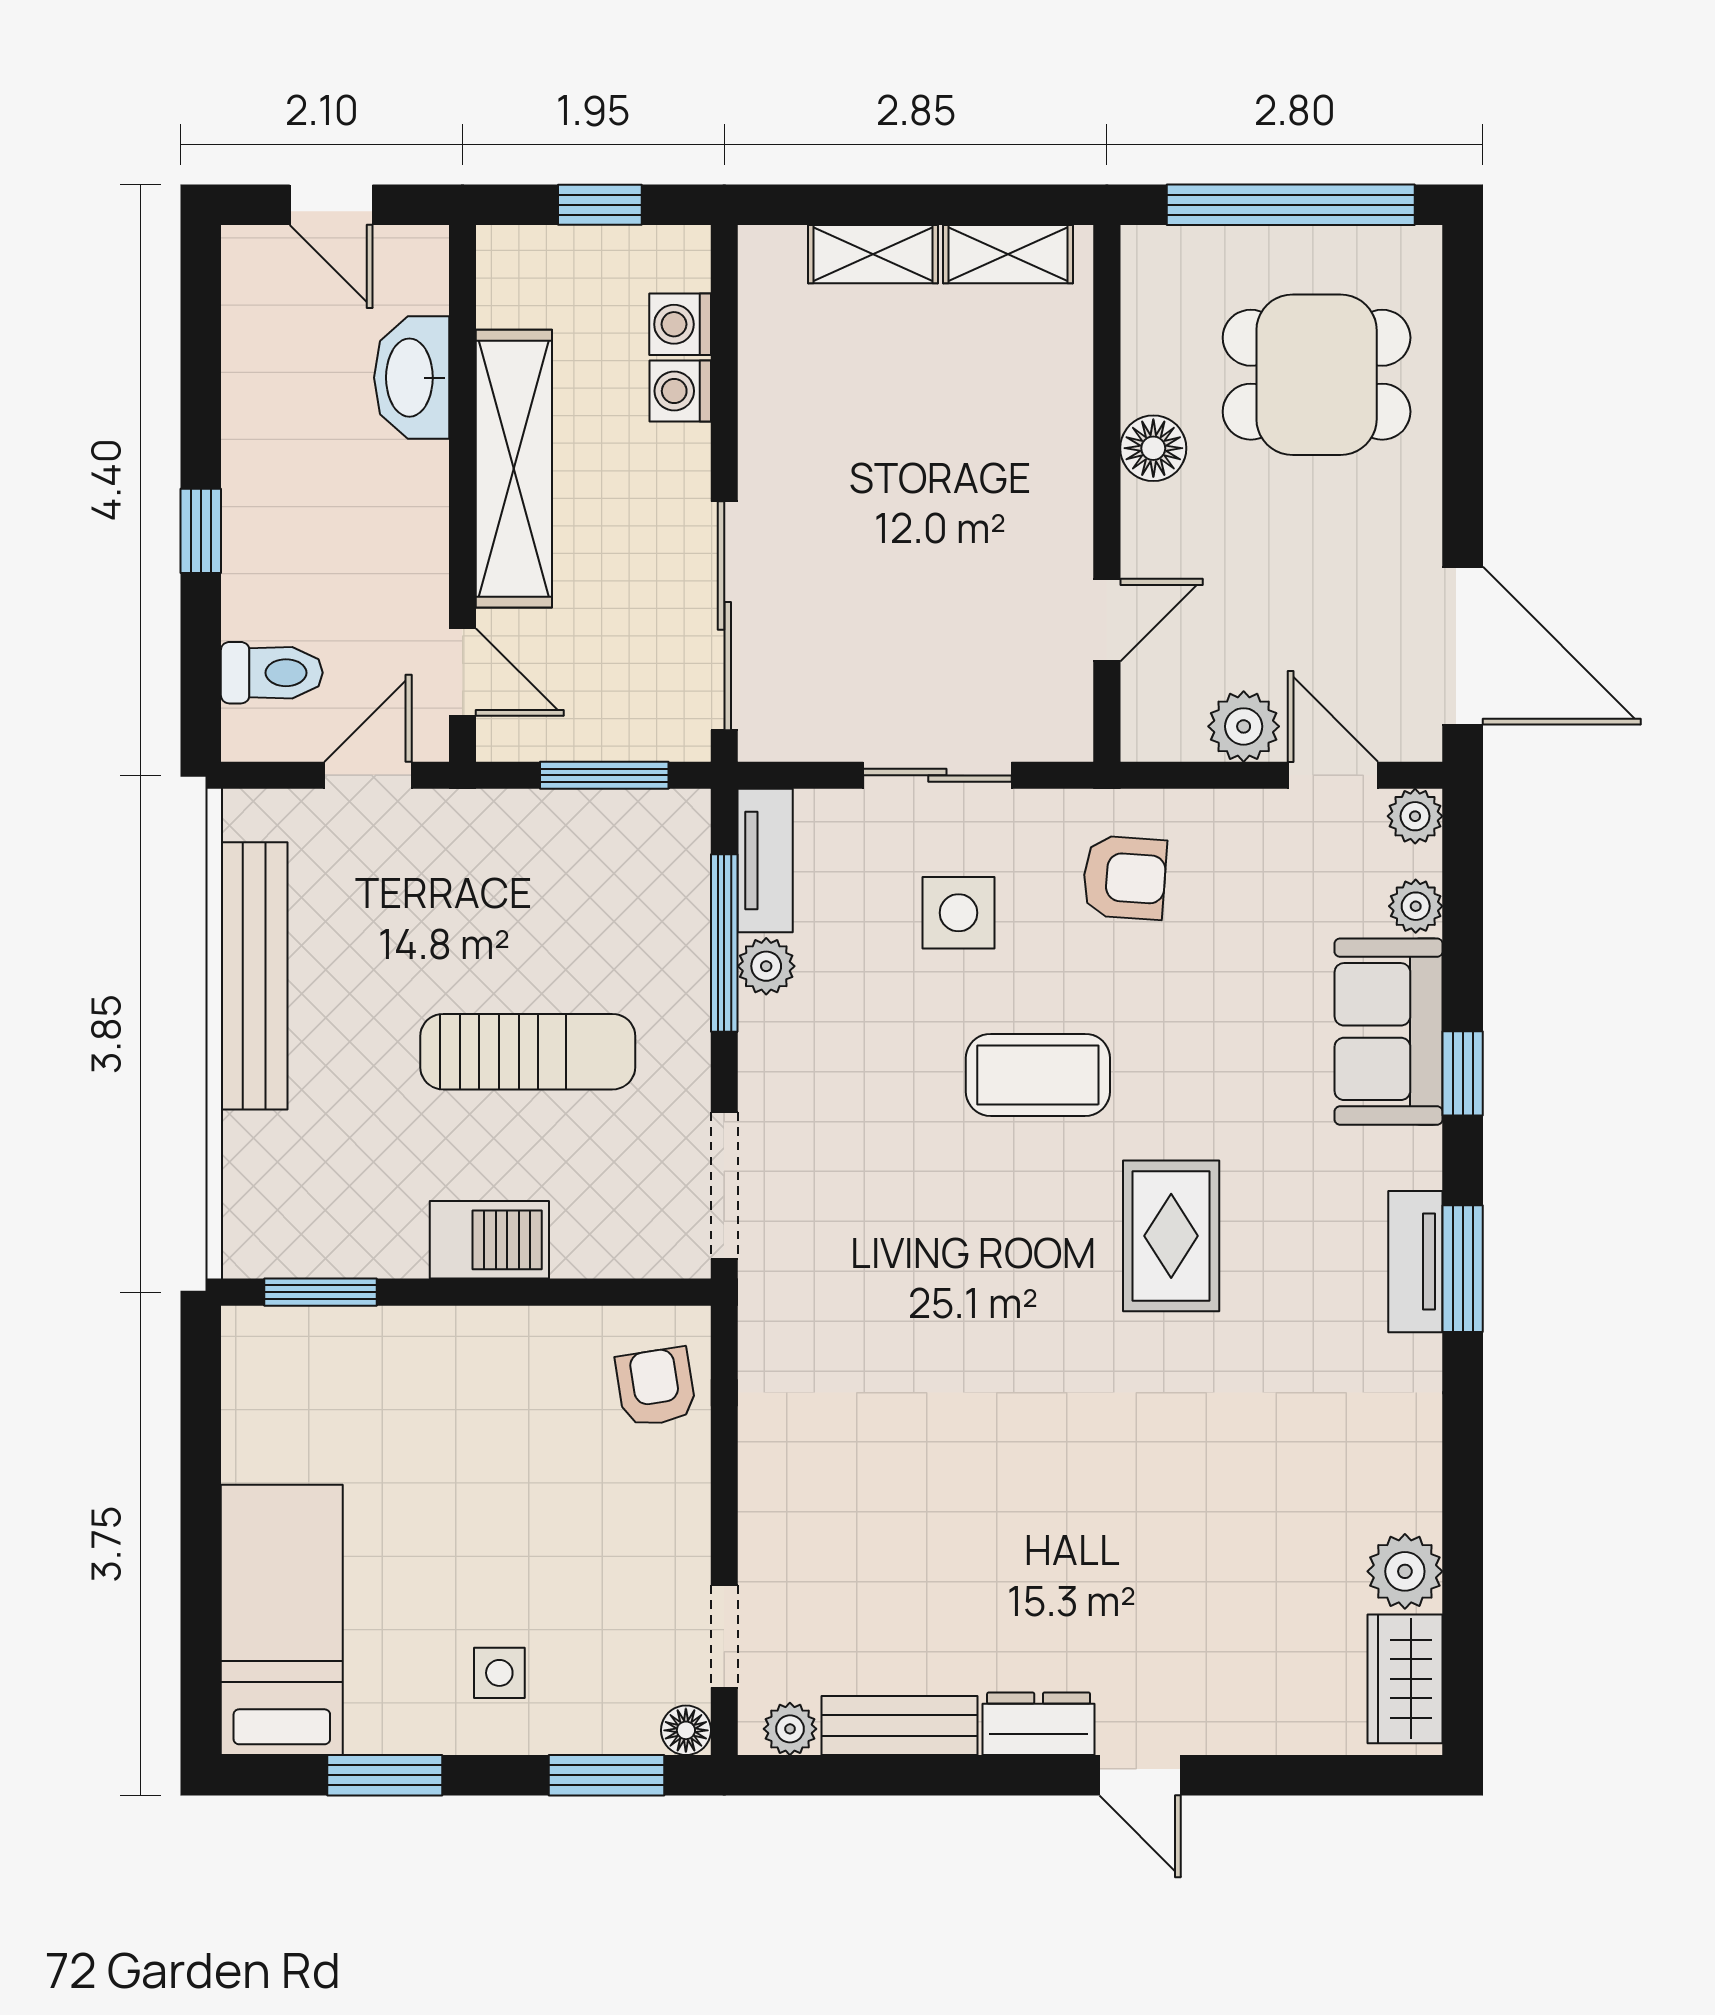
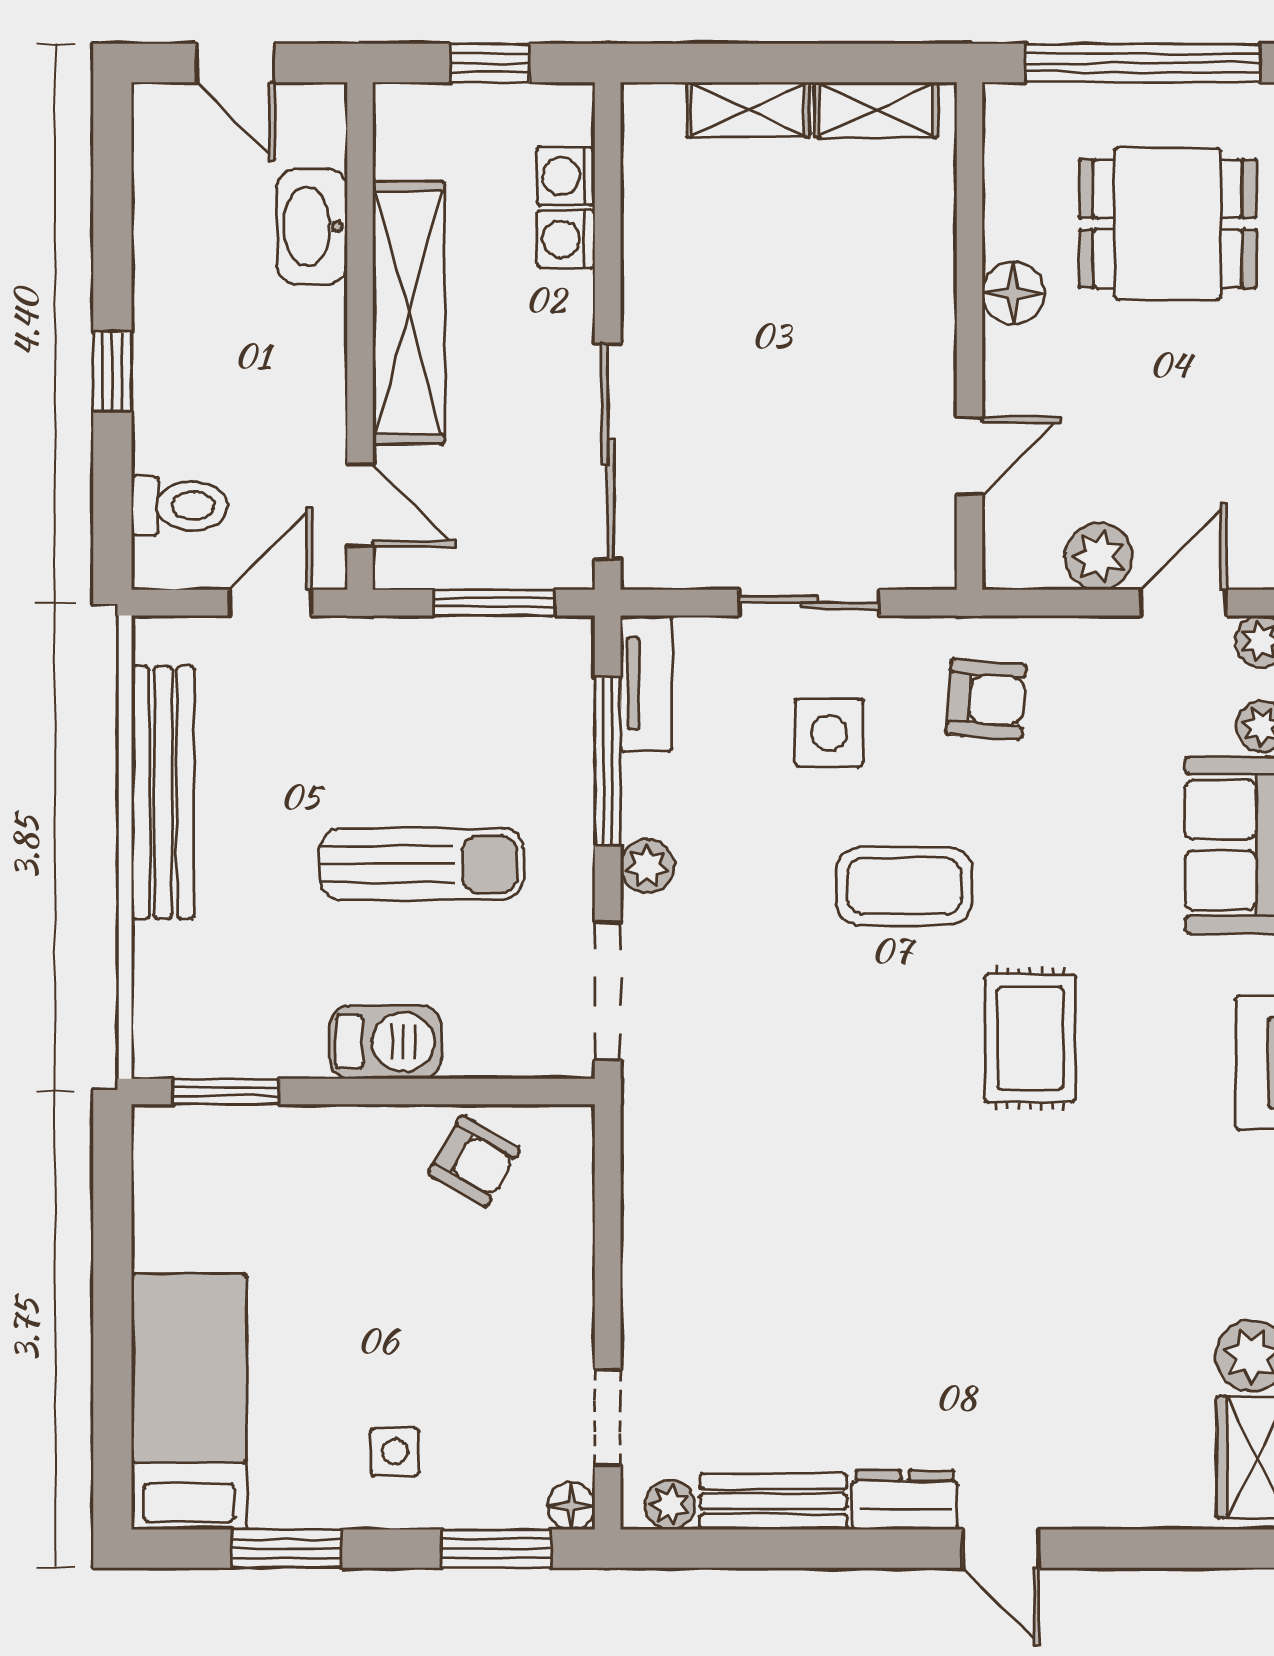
door: (1333, 775) -> (1183, 603), hinge flipped
plant: (766, 966) -> (647, 866), moved
armchair: (656, 1387) -> (474, 1161), moved, turned 129

